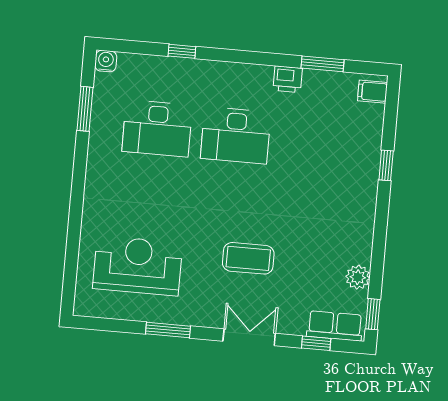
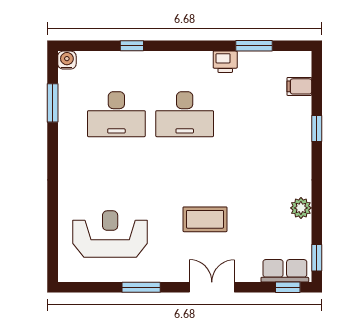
filing cabinet: (373, 92) -> (299, 86), moved
plant: (358, 277) -> (301, 208), moved
window: (316, 343) -> (288, 287), moved

